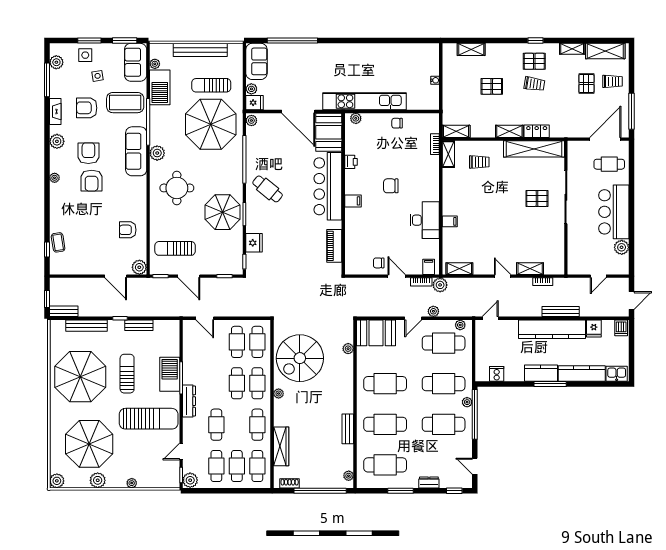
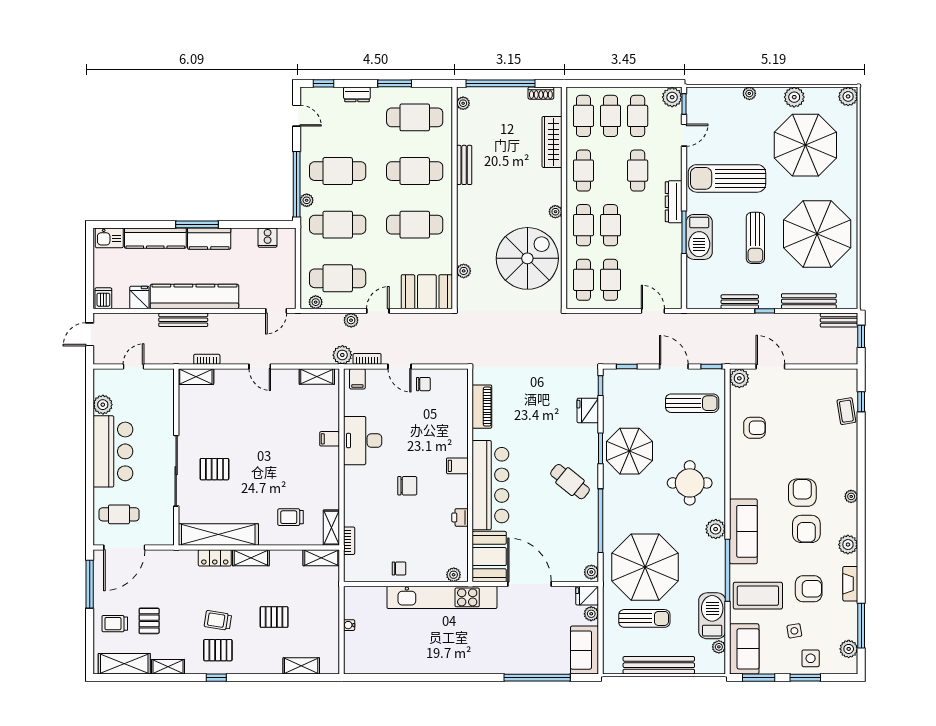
shelving: (530, 269) -> (196, 377), moved

